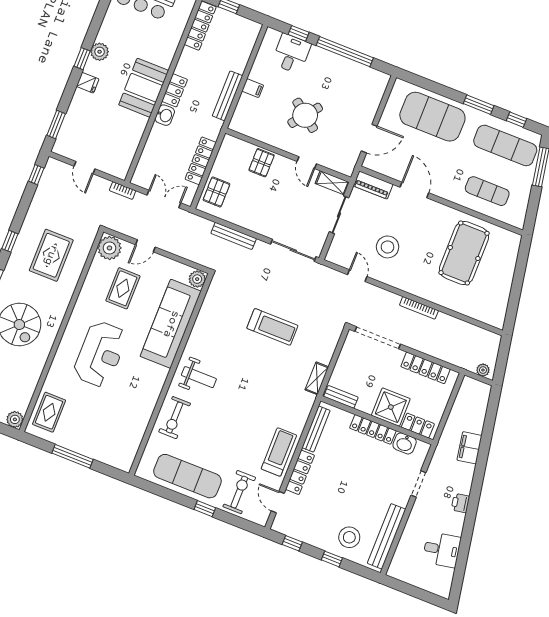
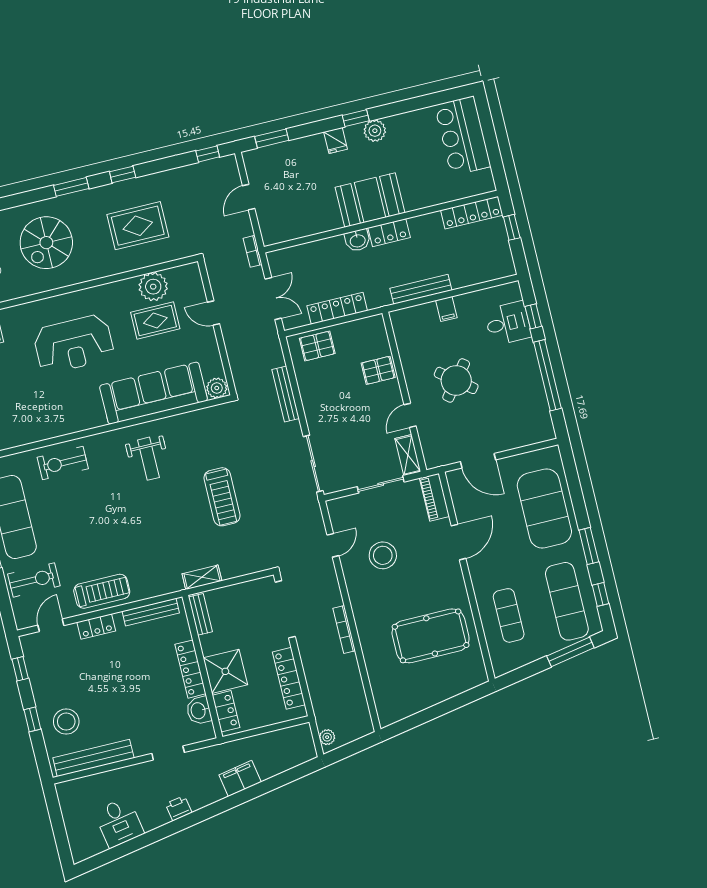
plant: (109, 248) -> (153, 287), moved
weight bench: (199, 377) -> (148, 459), moved
locker: (300, 472) -> (96, 627), width x0.66

